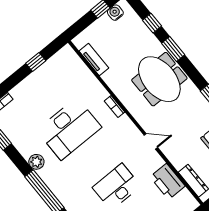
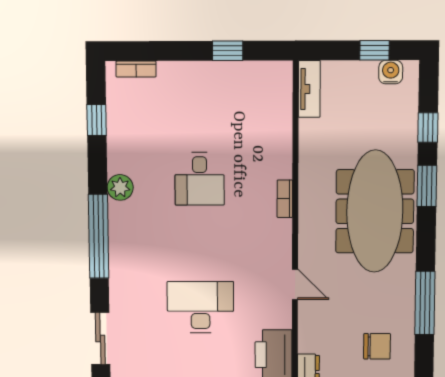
tv unit: (94, 60) -> (309, 89), moved
meeting table: (159, 79) -> (375, 211), width x1.36
desk: (69, 129) -> (200, 179), width x0.53, depth x0.77

